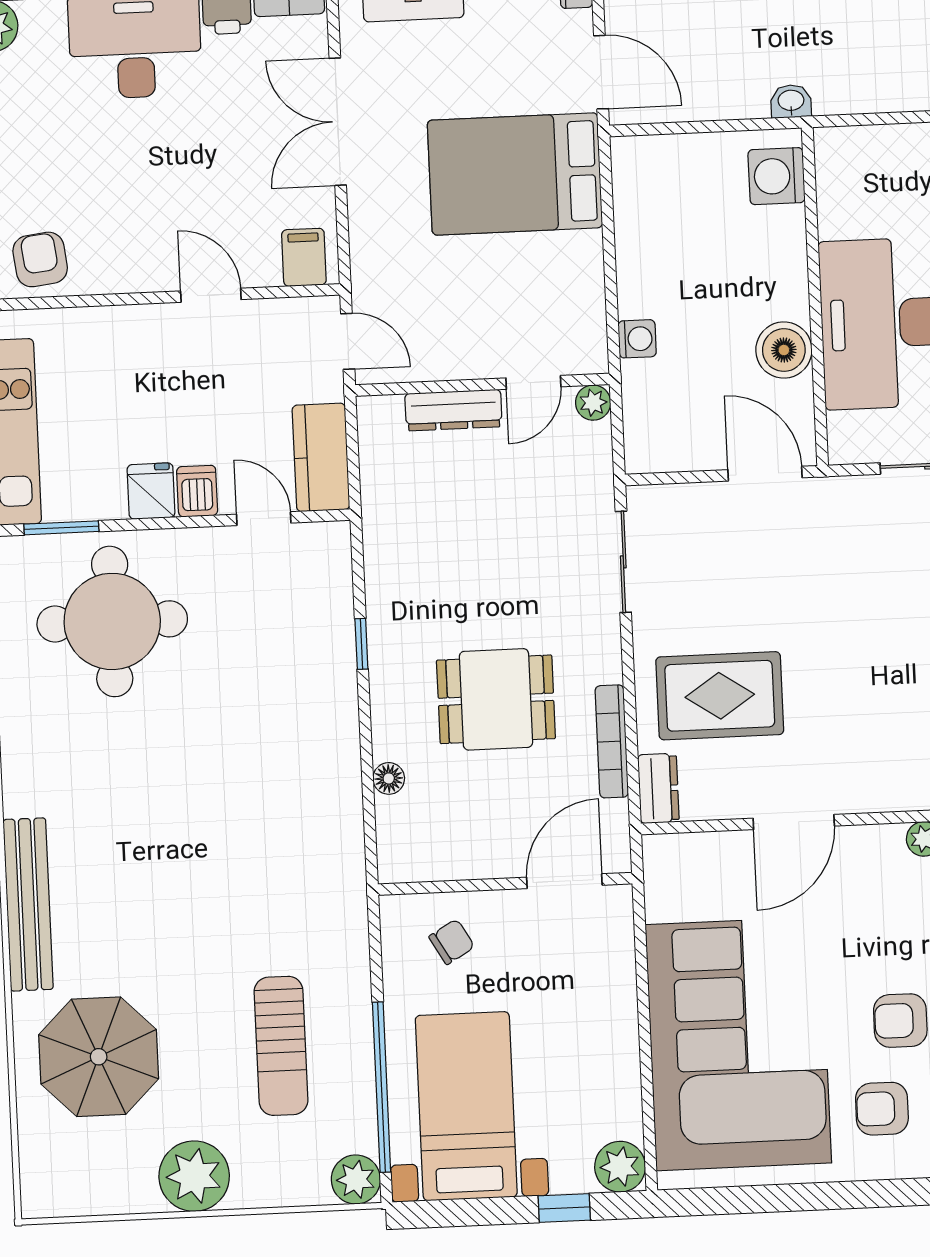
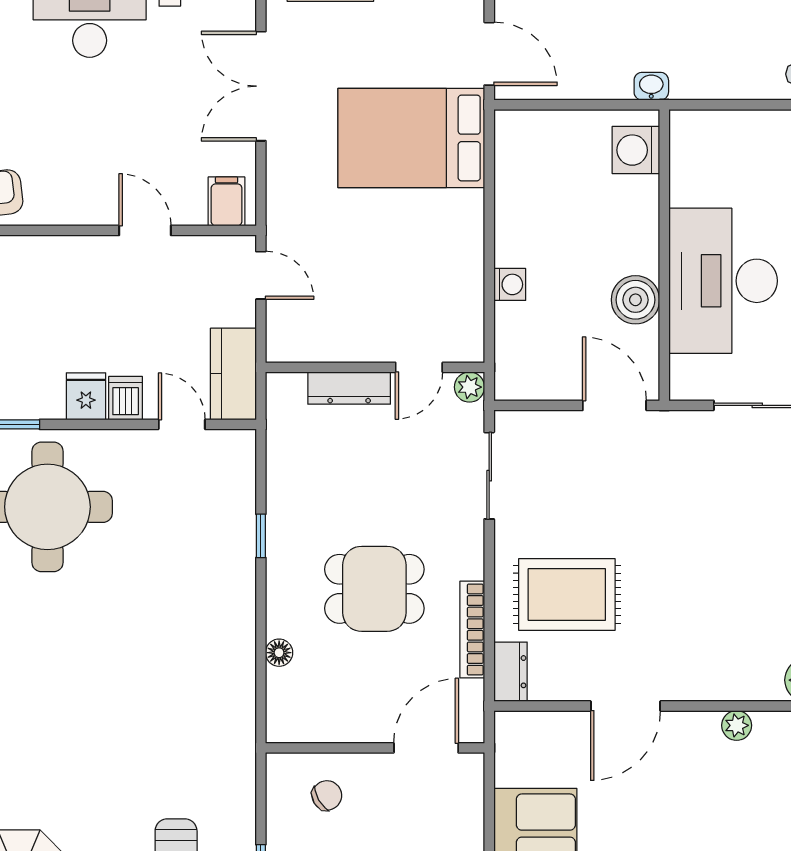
door: (533, 382) -> (419, 367), moved
wall: (482, 385) -> (375, 367), moved
plant: (593, 403) -> (469, 387), moved
dresser: (453, 410) -> (349, 388), moved

